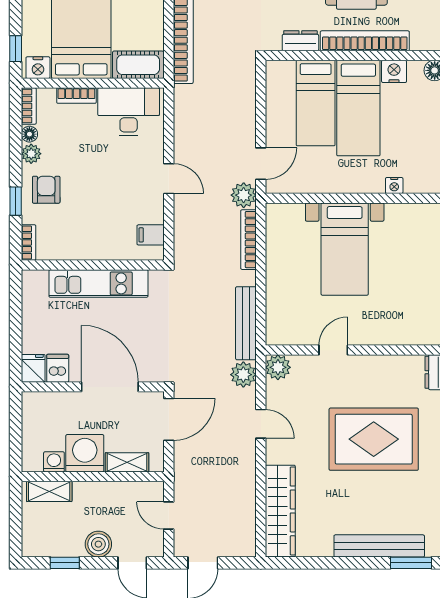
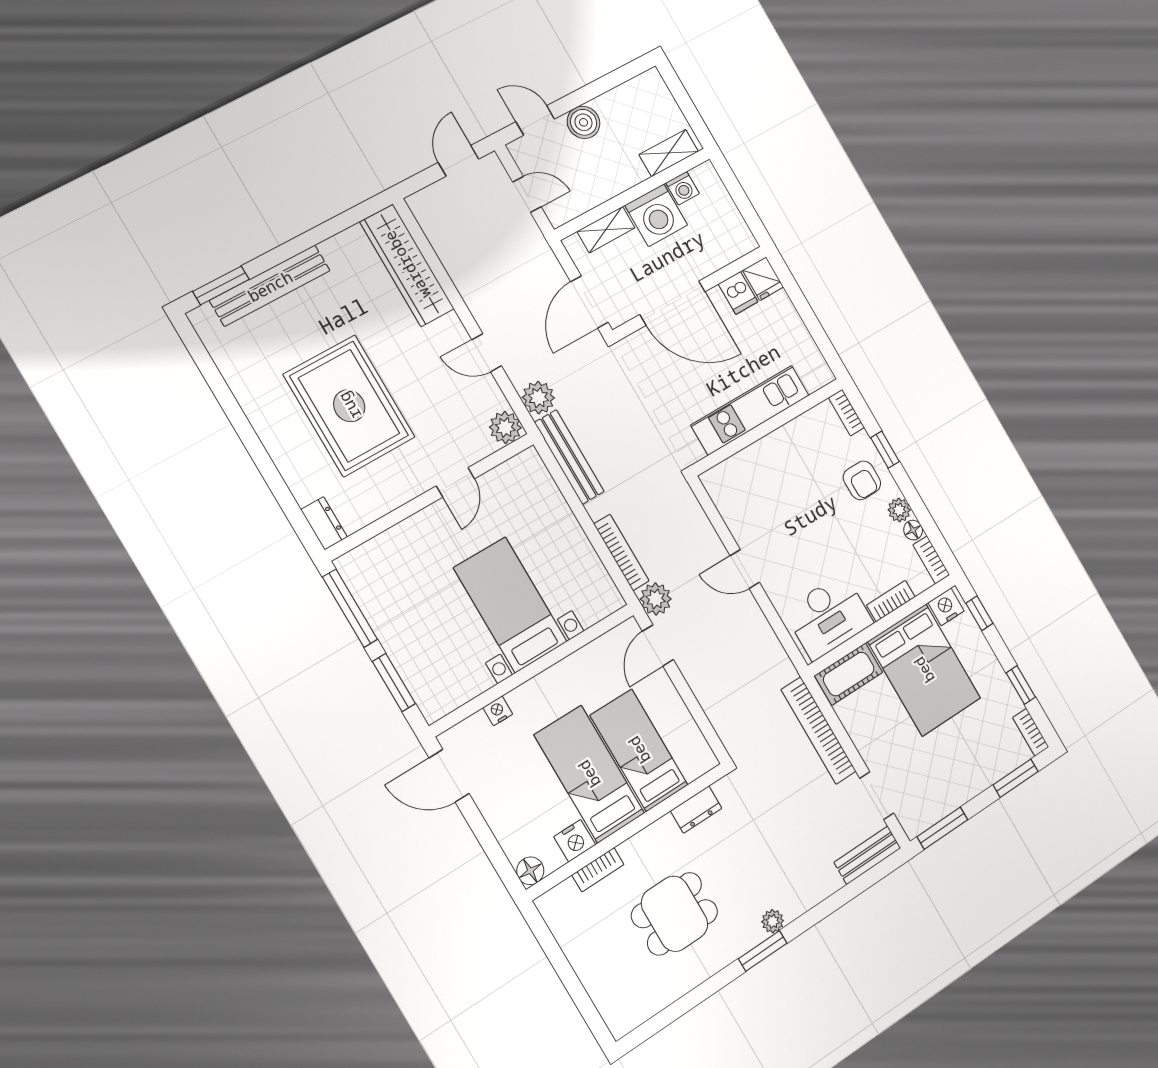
bookcase: (365, 41) -> (598, 870), width x0.43, depth x0.76
filing cabinet: (151, 235) -> (728, 496), removed
rug: (374, 439) -> (349, 406), turned 90
window: (65, 563) -> (607, 83), removed

